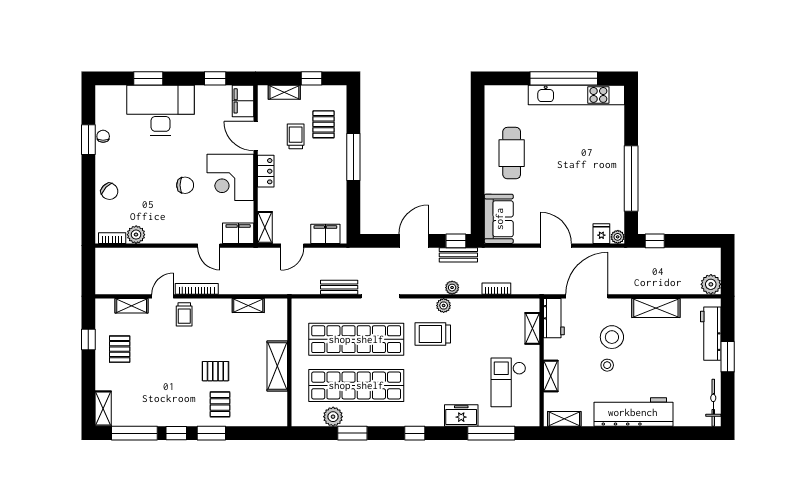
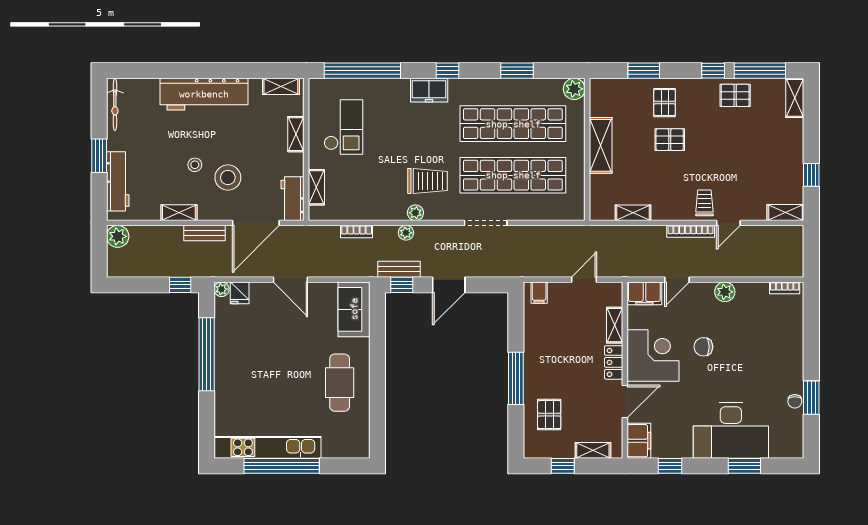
door: (256, 136) -> (625, 402), hinge flipped
trolley: (296, 136) -> (580, 401), removed
chair: (109, 191) -> (788, 340), removed
shelving: (265, 227) -> (615, 325), moved
filing cabinet: (325, 234) -> (539, 293), width x0.50
plant: (136, 235) -> (725, 292), moved
door: (209, 246) -> (677, 280), swing flipped
bench: (339, 287) -> (204, 233), moved
shelving: (132, 306) -> (785, 212), moved
shelving: (656, 308) -> (179, 213), width x0.67, depth x0.75
pallet: (120, 349) -> (735, 95), moved, turned 90
stool: (607, 365) -> (195, 165), moved
freezer: (461, 416) -> (429, 90), moved
plant: (333, 417) -> (574, 89), moved
window: (211, 433) -> (644, 71), moved
window: (491, 433) -> (362, 71), width x1.46

